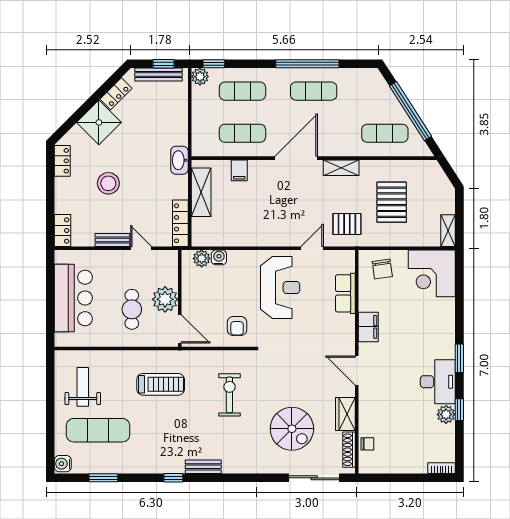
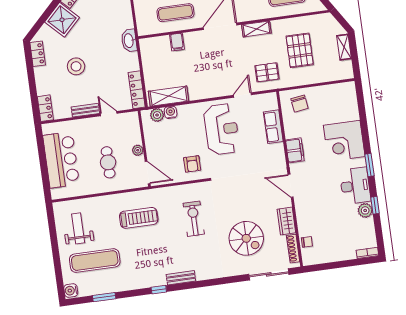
shelving: (201, 192) -> (169, 96), moved, turned 90
shelving: (448, 231) -> (344, 47), moved
corner desk: (432, 273) -> (344, 141), moved
plant: (165, 299) -> (138, 150), width x0.53, depth x0.53

